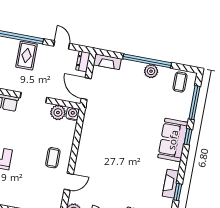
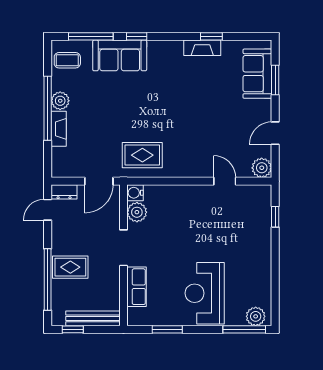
door: (62, 45) -> (48, 210), moved
fireplace: (107, 62) -> (59, 129), moved
rug: (99, 124) -> (142, 155), added
sofa: (173, 140) -> (120, 55), moved
coffee table: (53, 158) -> (197, 208), removed

